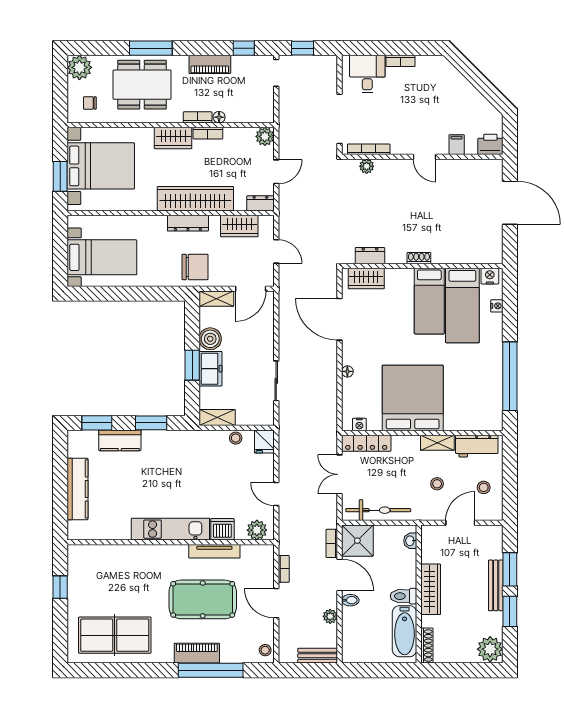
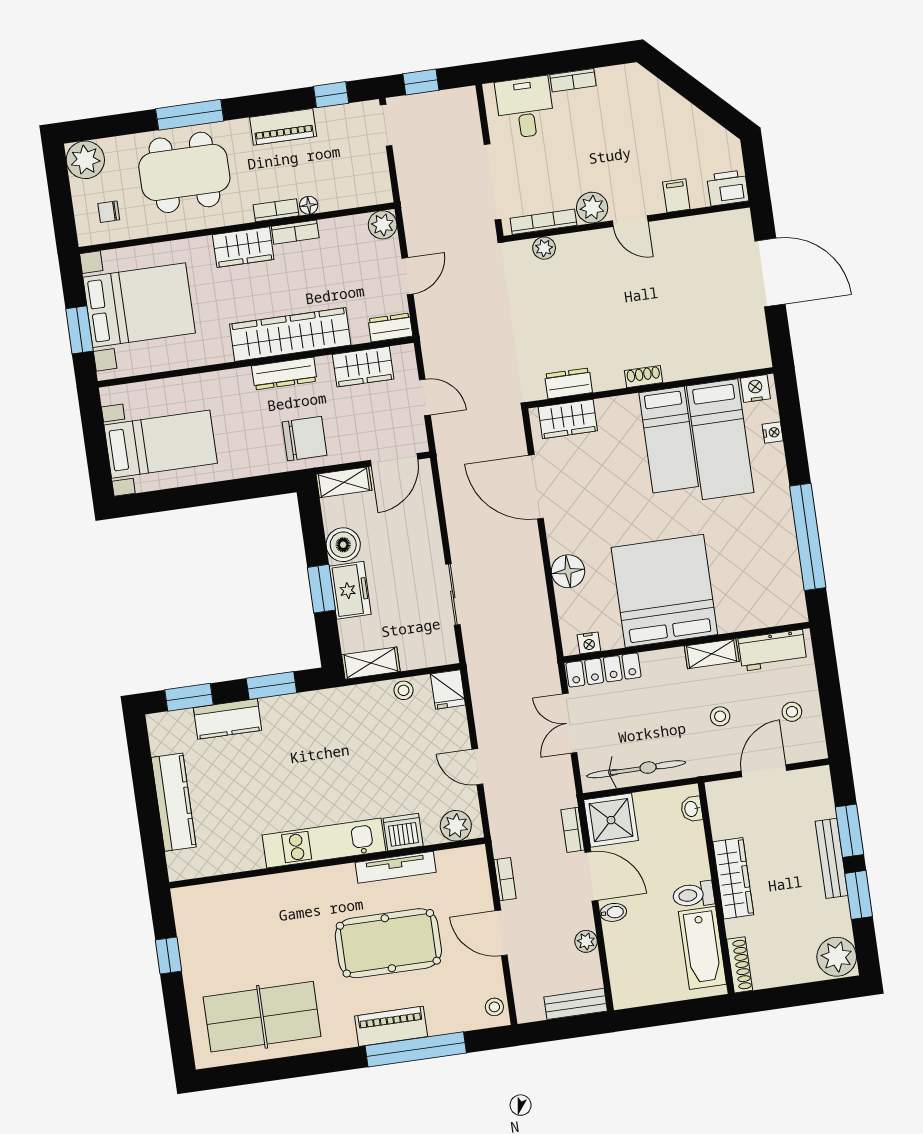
plant: (401, 145) -> (592, 208), added
floor lamp: (347, 371) -> (568, 571), width x1.89, depth x1.89

